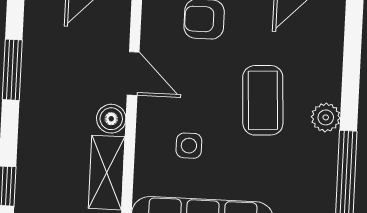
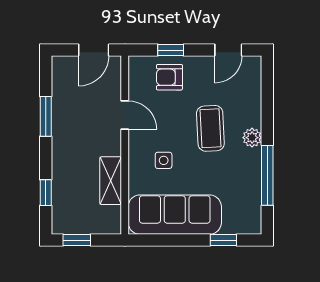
boiler: (111, 119) -> (112, 145), removed

